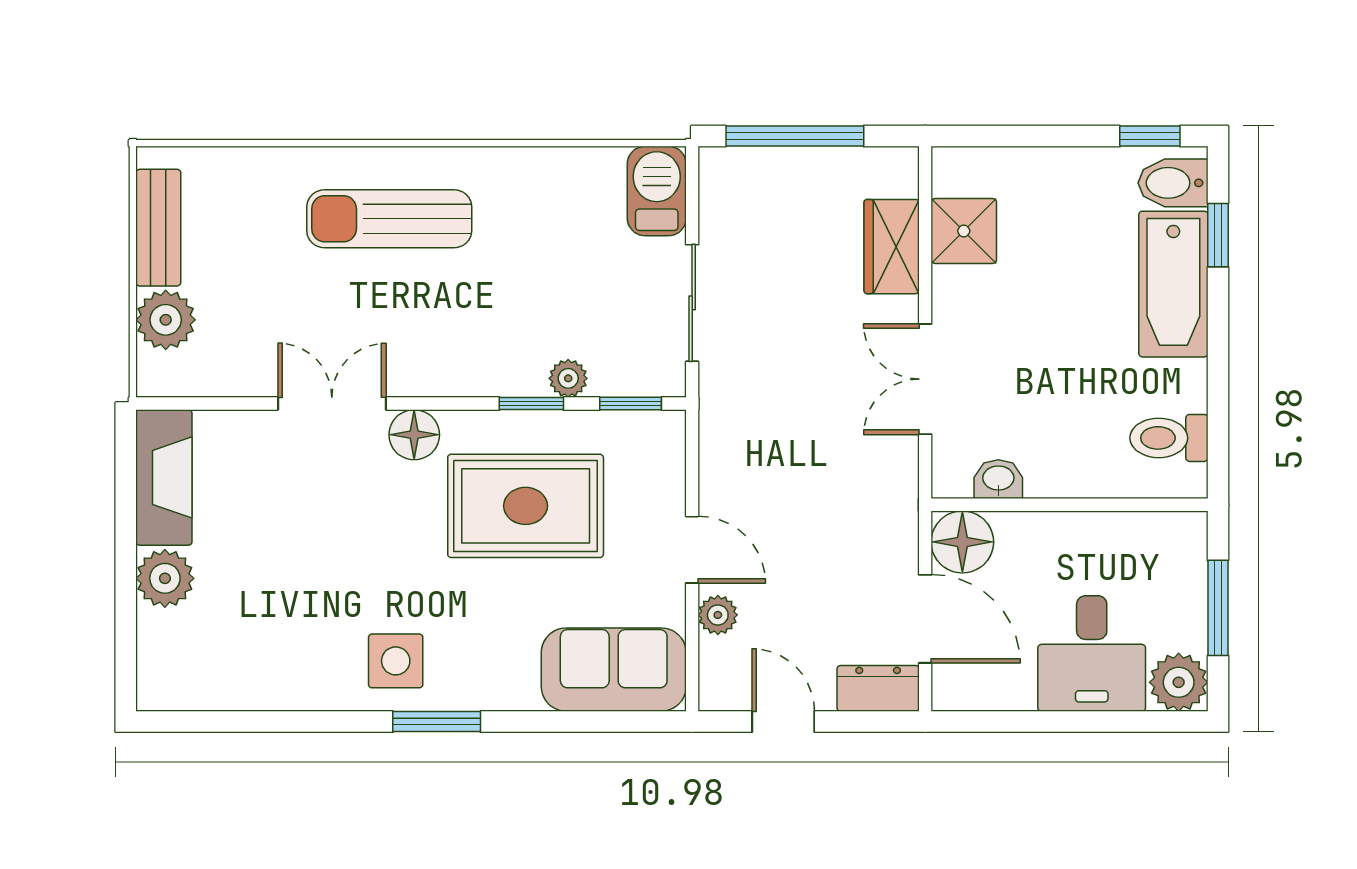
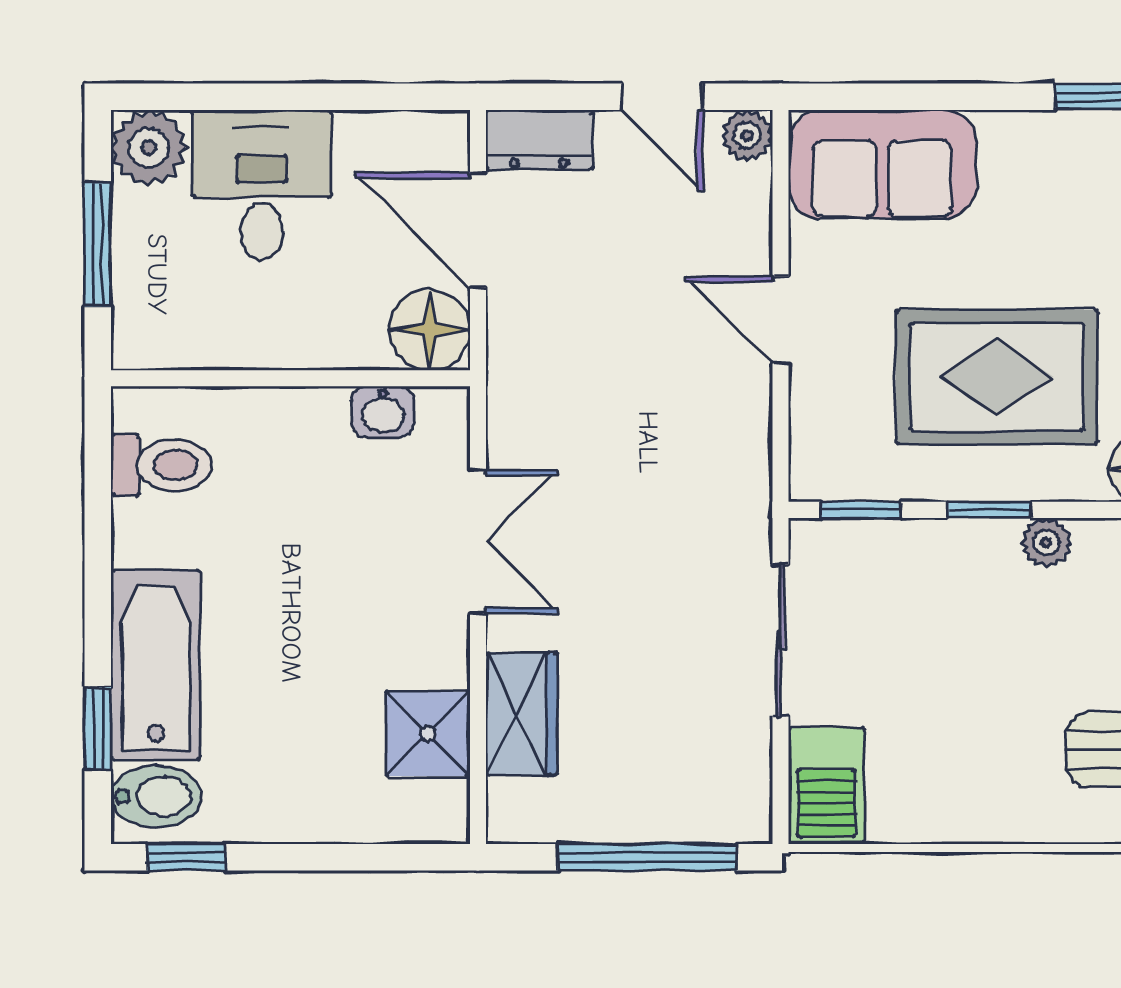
plant: (568, 378) -> (1046, 542), moved
plant: (718, 615) -> (747, 135), moved

